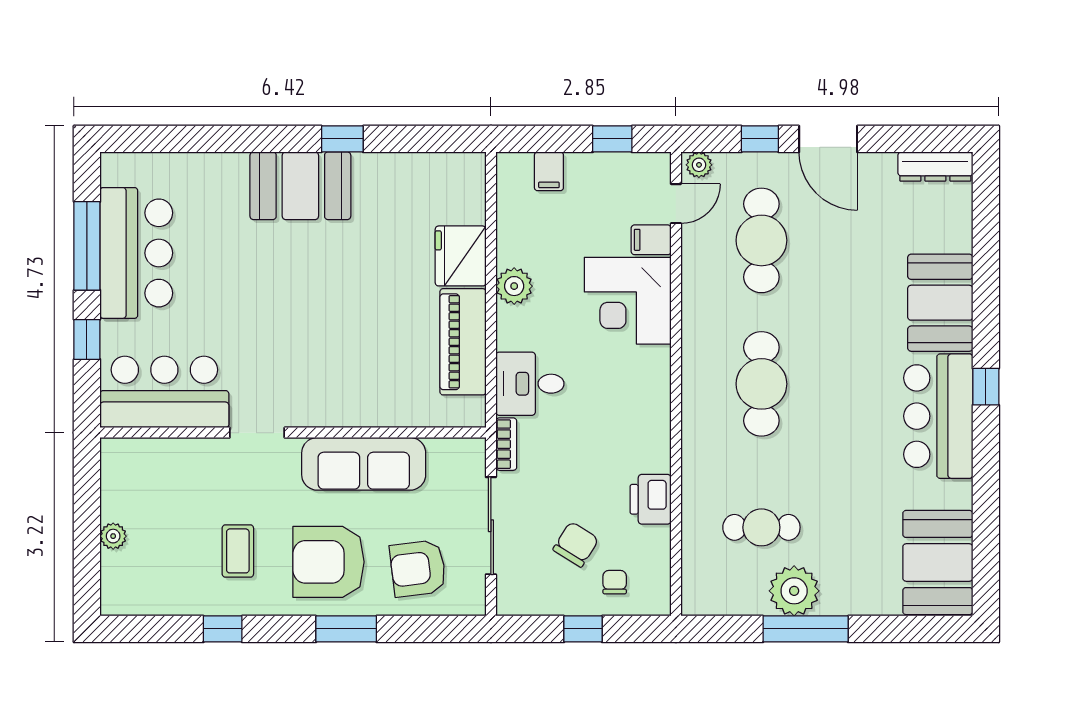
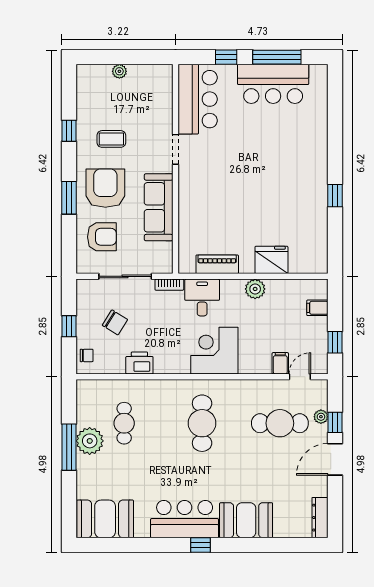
plant: (699, 165) -> (321, 417), moved
booth: (300, 186) -> (310, 173), removed
door: (676, 204) -> (300, 377), swing flipped
corner desk: (628, 301) -> (214, 351), moved
piano: (463, 342) -> (217, 264), width x0.73, depth x0.75
cafe table: (761, 384) -> (202, 423), turned 90
armchair: (418, 568) -> (102, 237), turned 97
chair: (615, 582) -> (87, 355), moved

